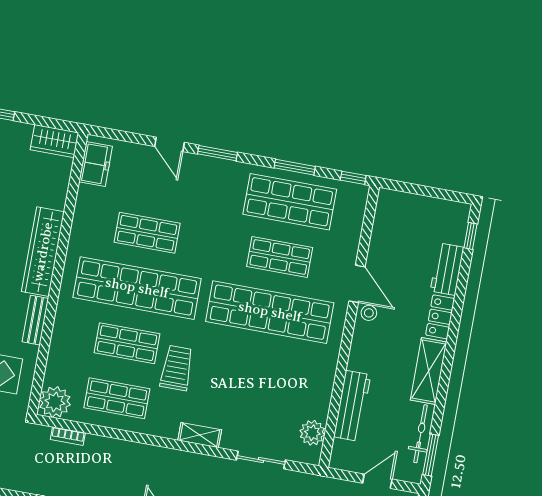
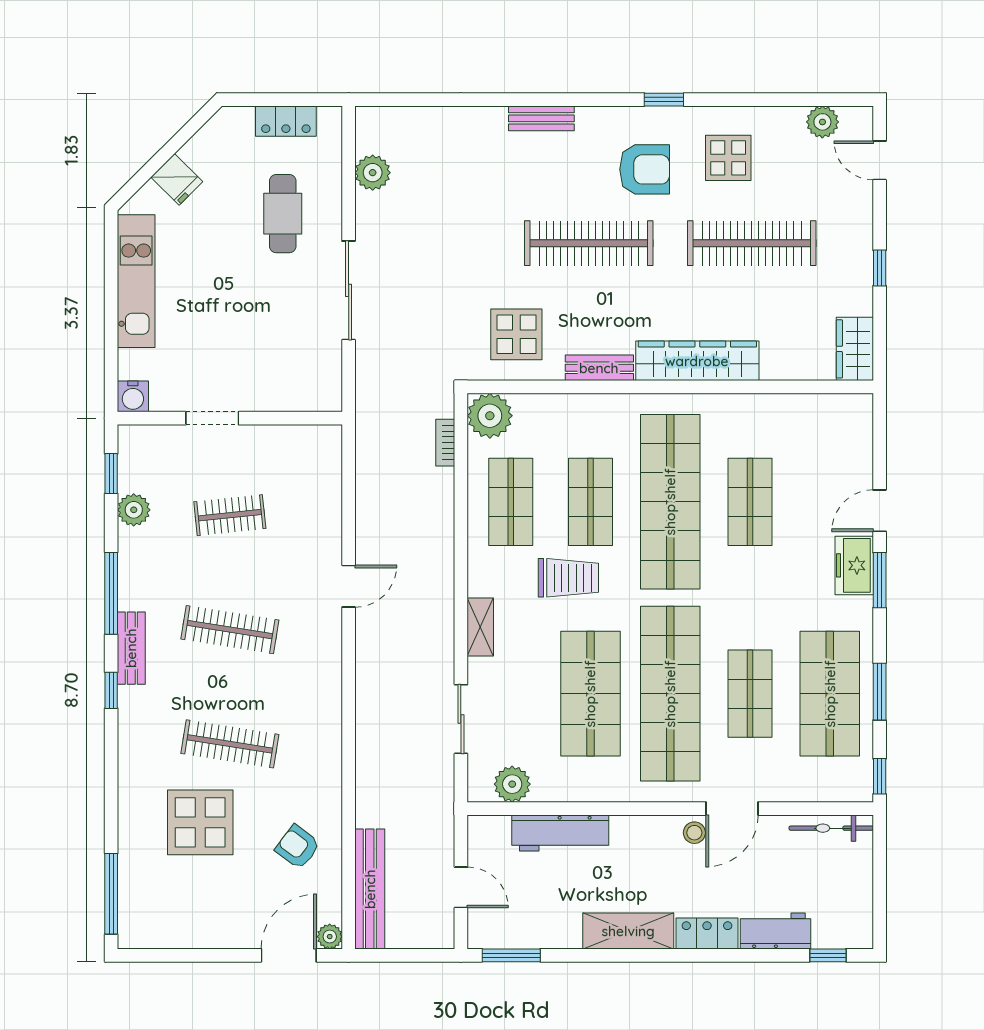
freezer: (96, 164) -> (854, 565), moved, turned 90
shop shelf: (260, 367) -> (590, 694), added
bicycle: (421, 434) -> (831, 828), moved, turned 180

